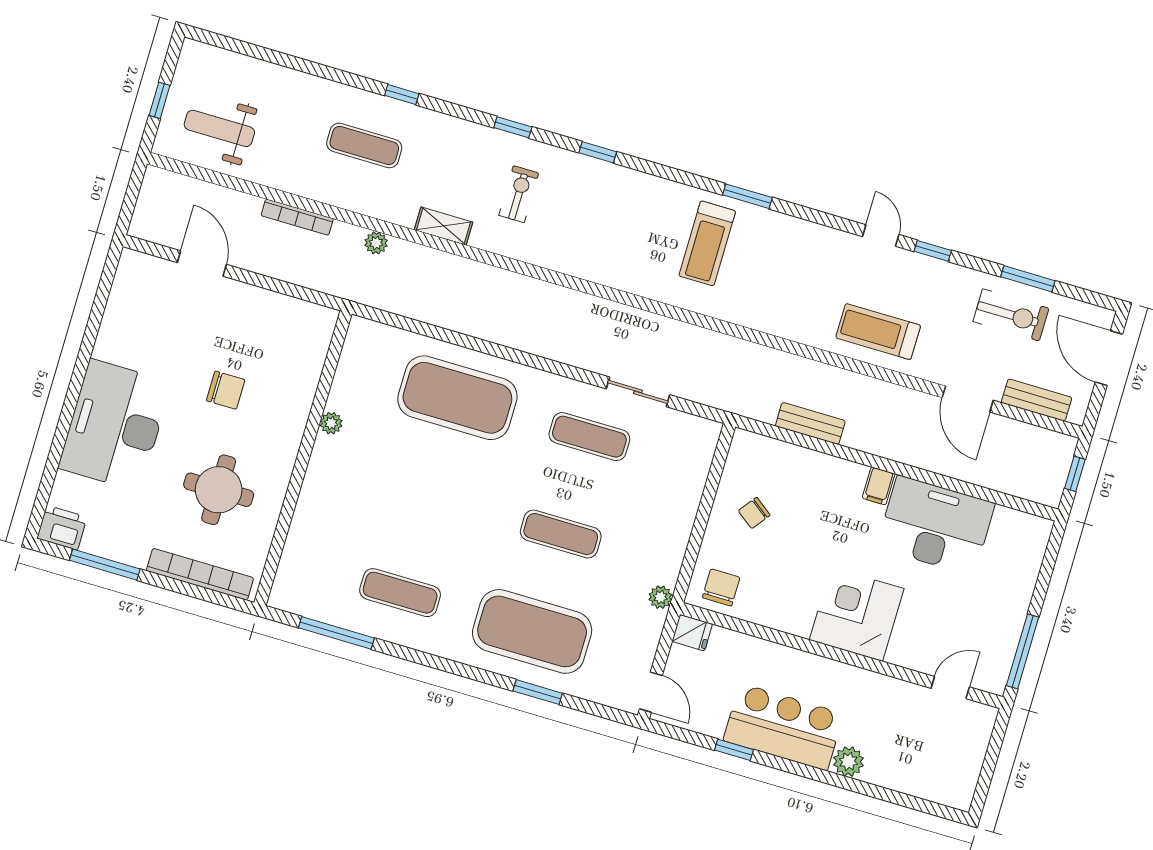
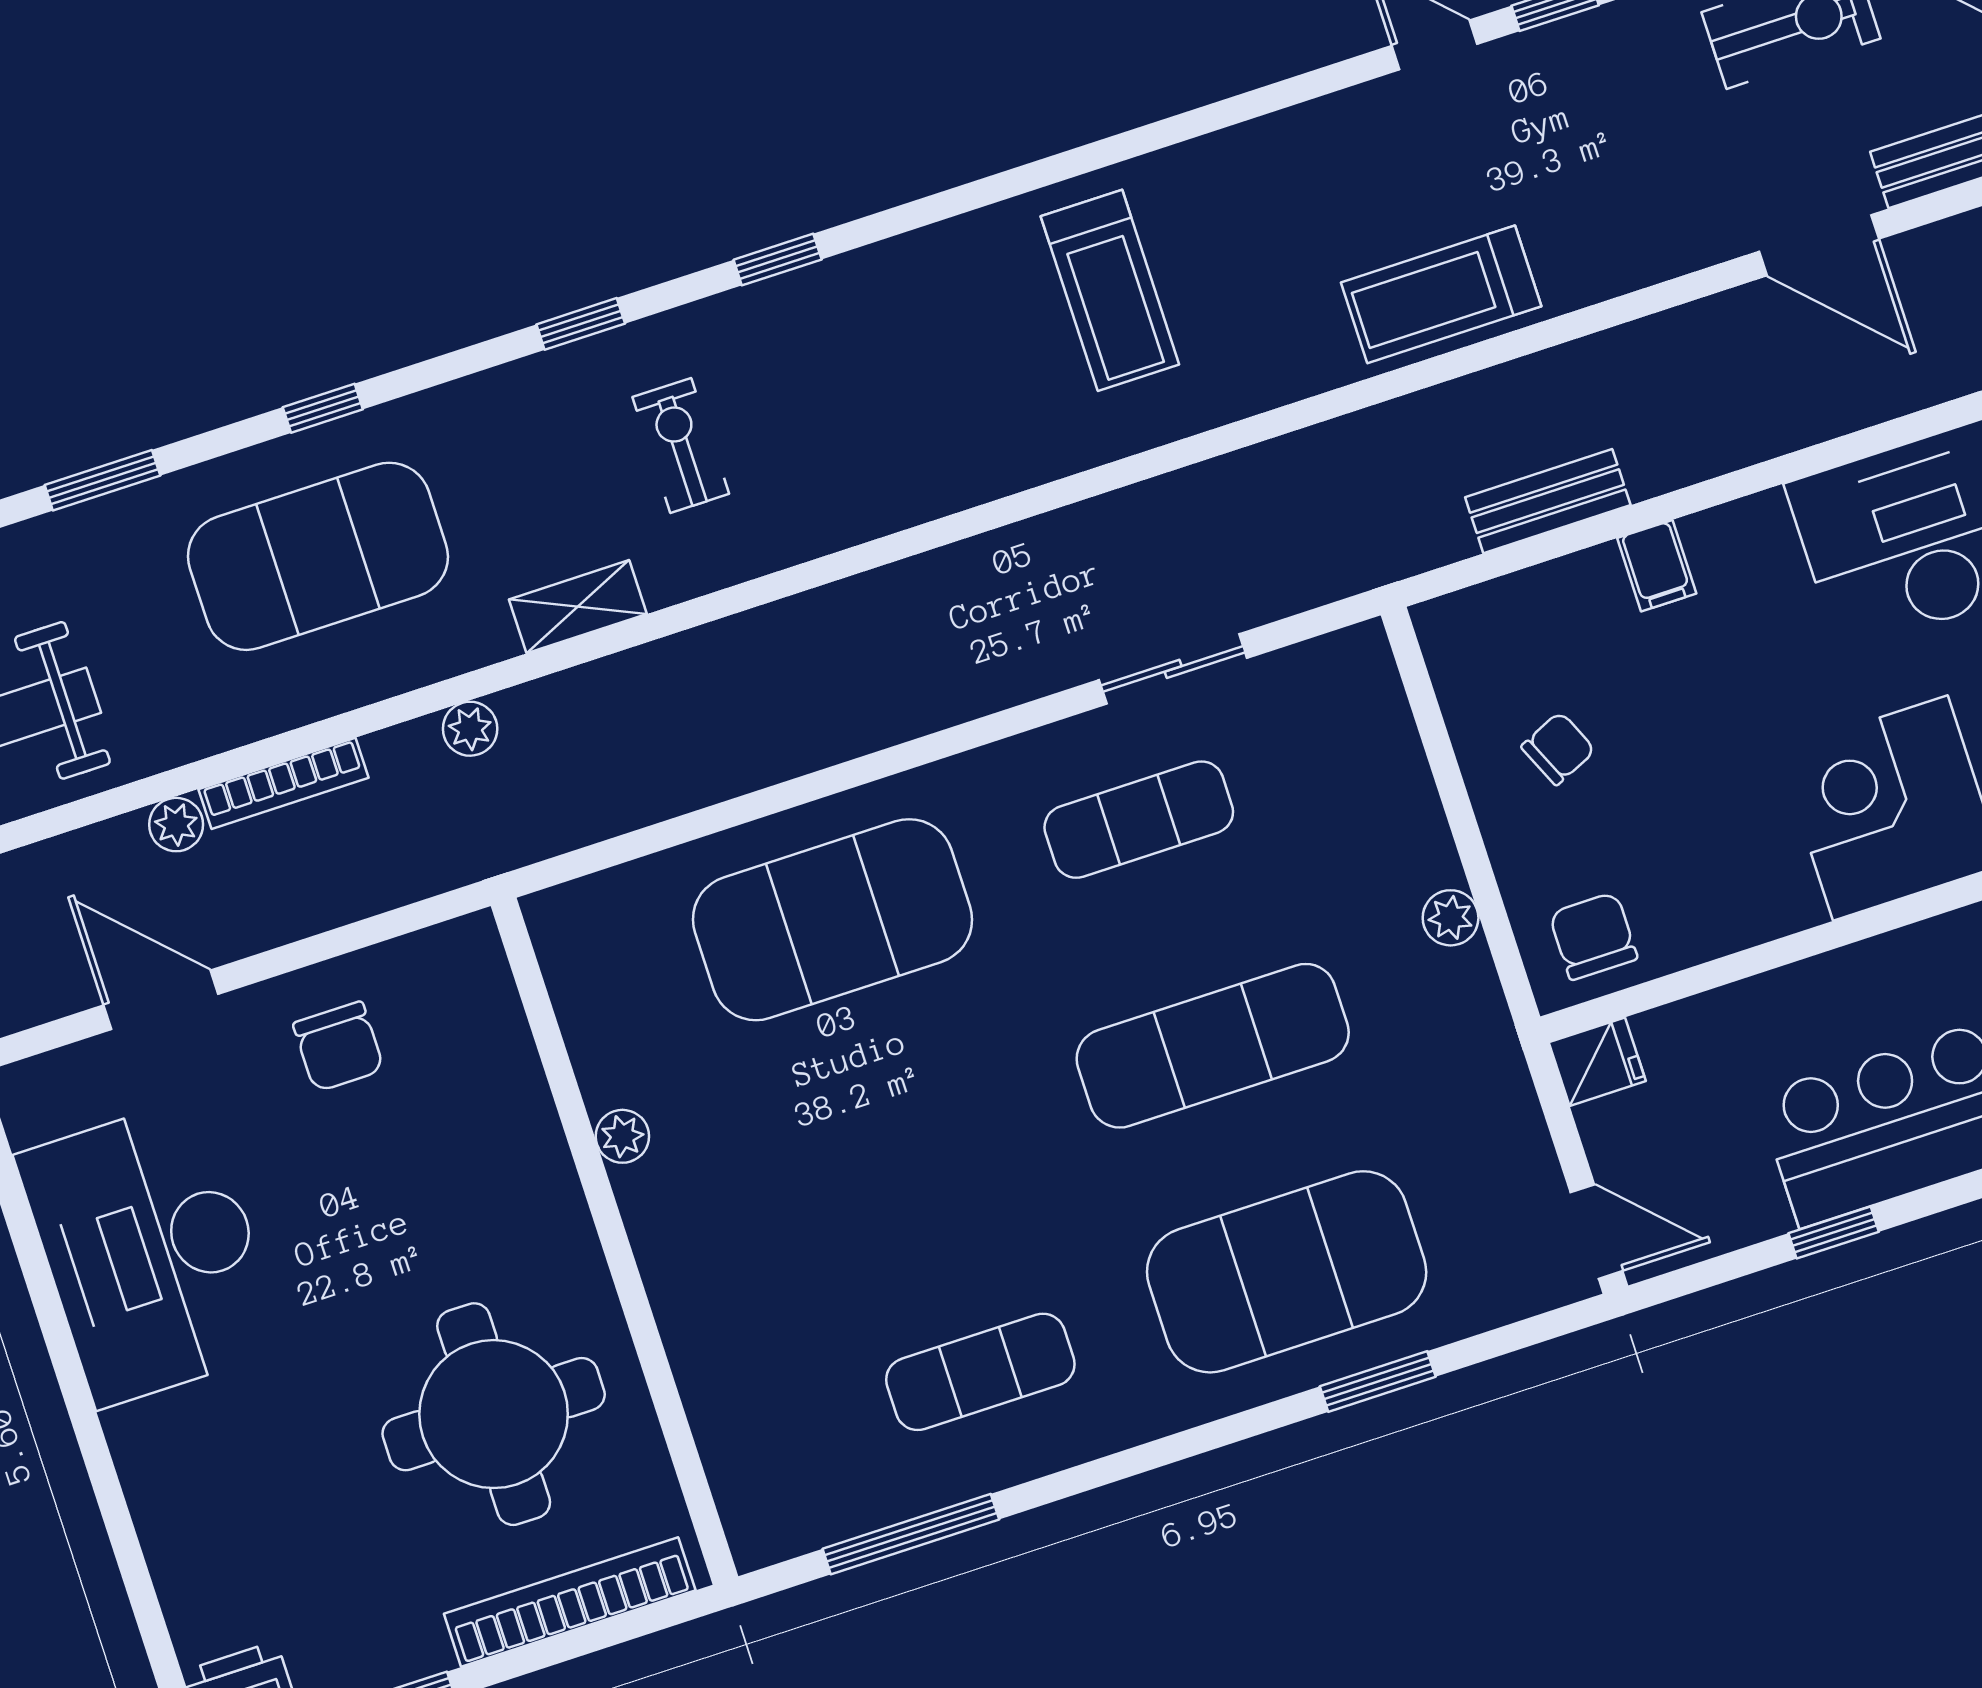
exercise mat: (364, 145) -> (318, 556), width x2.00, depth x1.45
window: (747, 196) -> (102, 480), moved
plant: (250, 206) -> (176, 825), added
treadmill: (878, 332) -> (1441, 294), moved
chair: (226, 390) -> (338, 1047), moved, turned 90
desk: (115, 425) -> (150, 1252), moved
filing cabinet: (879, 486) -> (1657, 566), moved
round table: (219, 490) -> (494, 1414), width x1.36, depth x1.36
chair: (754, 513) -> (1558, 748), turned -151
exercise mat: (561, 534) -> (1213, 1046), width x1.36, depth x1.45
plant: (660, 597) -> (1451, 918), moved

